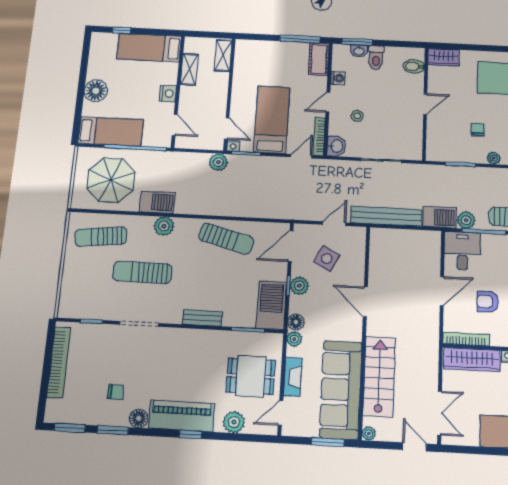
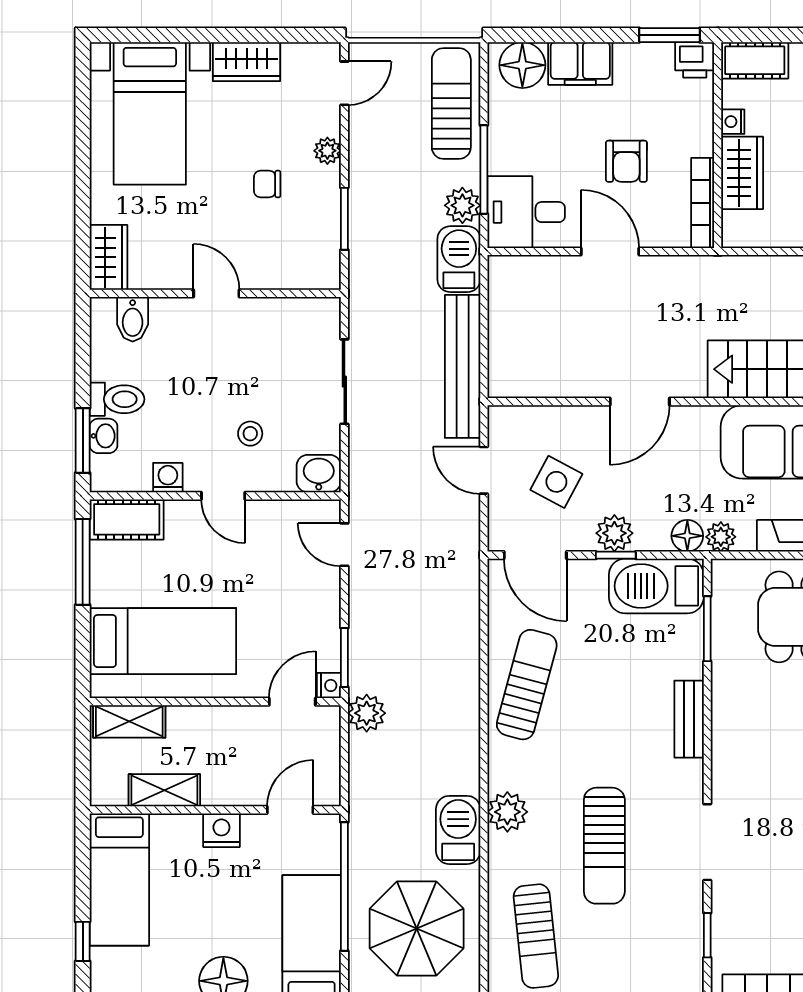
bed: (272, 119) -> (163, 641), moved, turned 180
bookcase: (319, 136) -> (299, 510), removed
wardrobe: (472, 360) -> (742, 173), width x0.67

